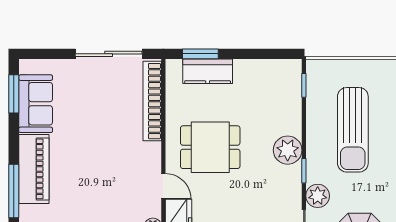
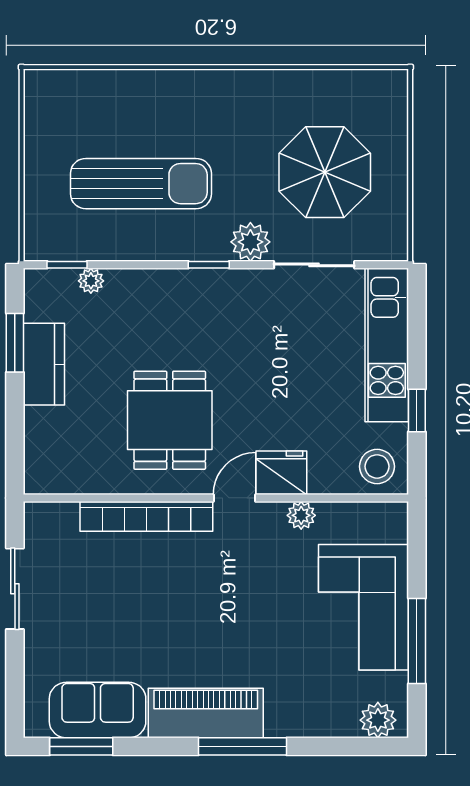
sliding door: (109, 54) -> (15, 589), width x0.73
window: (200, 54) -> (15, 343), moved
kitchen counter: (208, 71) -> (44, 364), moved
bookcase: (152, 101) -> (146, 516), moved
plant: (288, 150) -> (91, 281), moved, width x0.53, depth x0.53

